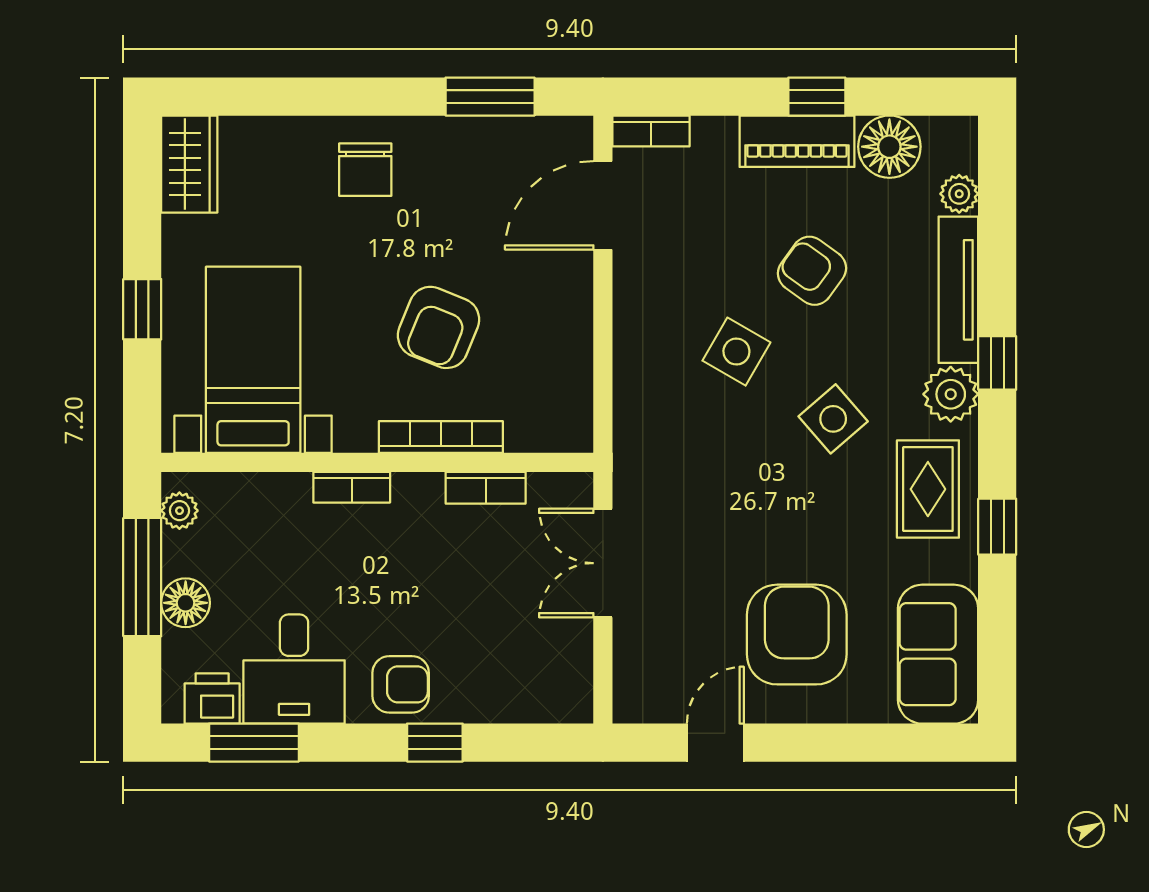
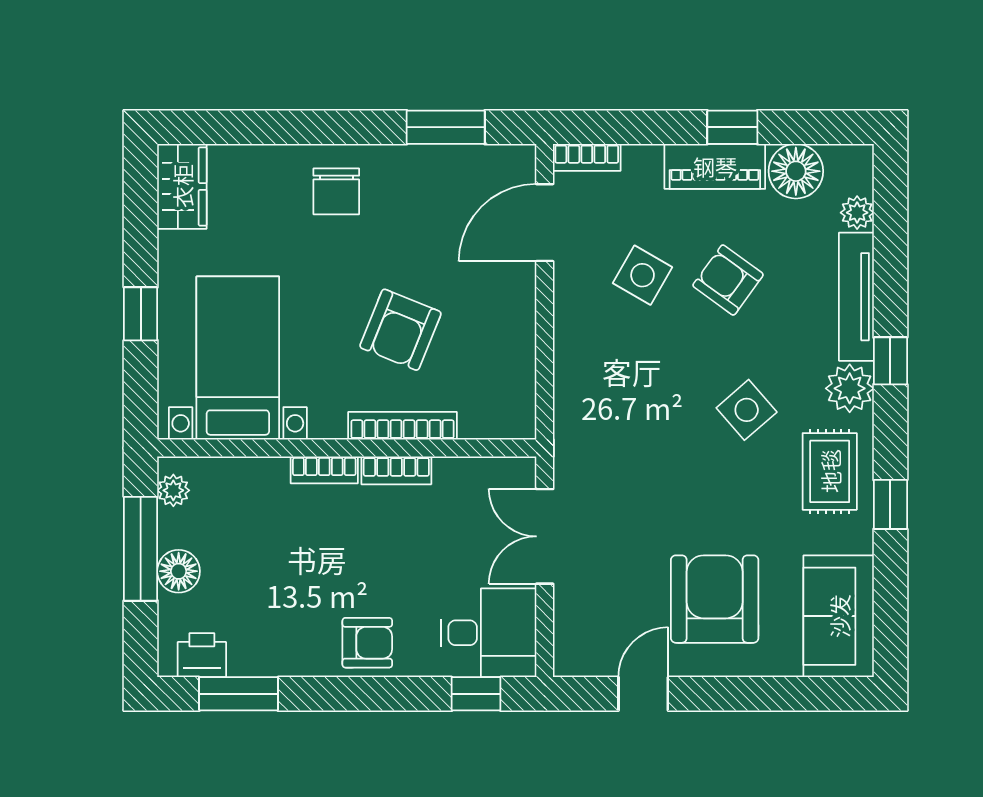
side table: (736, 352) -> (643, 275), moved
bookcase: (486, 488) -> (396, 470), moved
desk: (294, 669) -> (488, 633), moved, turned -90
window: (435, 743) -> (476, 694), moved

